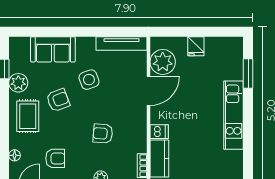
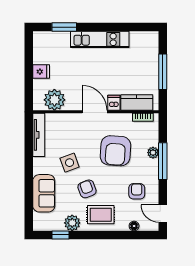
door: (149, 91) -> (95, 112), moved
armchair: (103, 134) -> (115, 151), width x1.88, depth x1.88

